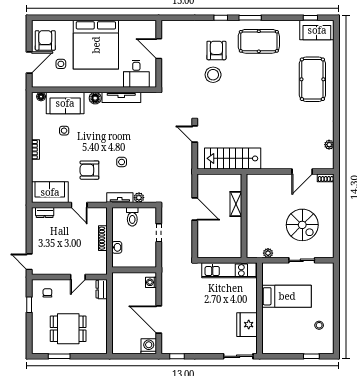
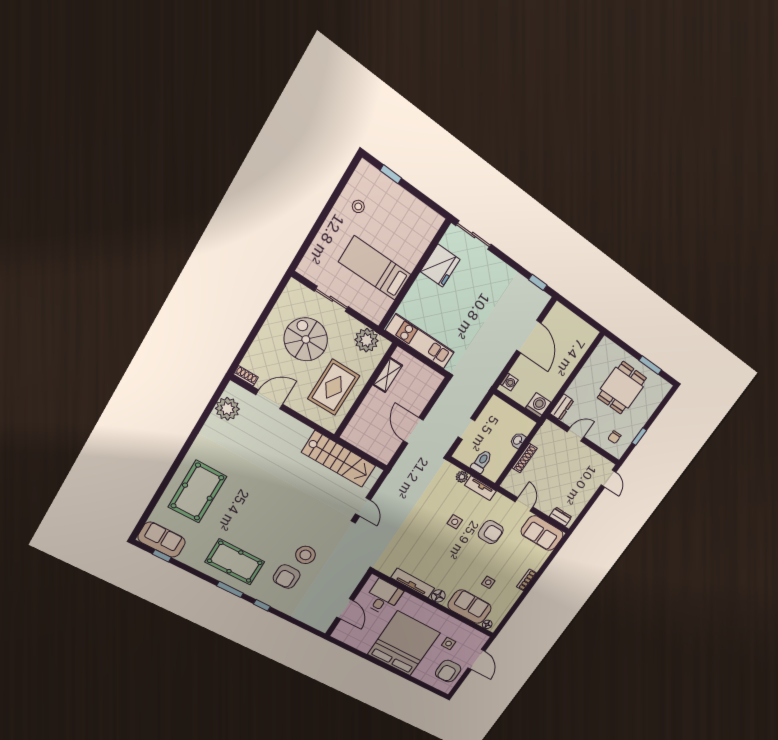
door: (29, 63) -> (476, 660), swing flipped
plant: (329, 145) -> (227, 409), width x1.87, depth x1.87
shelving: (236, 204) -> (388, 375), moved
rug: (266, 205) -> (334, 387), added
plant: (268, 253) -> (367, 340), width x1.88, depth x1.88
dining table: (68, 329) -> (622, 388), turned 90
washing machine: (149, 346) -> (538, 405), moved, turned 180

